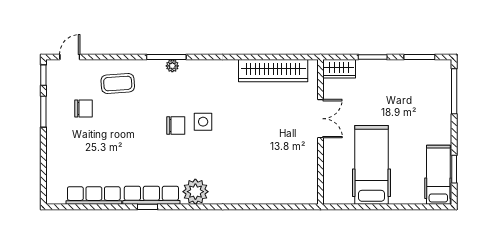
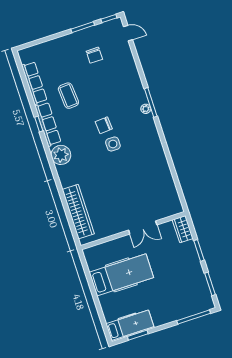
wardrobe: (273, 71) -> (78, 212), moved, turned 180
coffee table: (118, 83) -> (68, 96), moved
chair: (176, 125) -> (104, 125), turned 86

